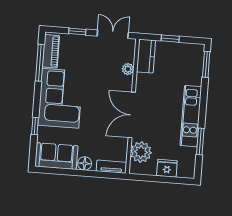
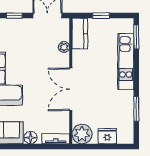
kitchen unit: (191, 116) -> (126, 62), moved
plant: (141, 152) -> (82, 134), moved

